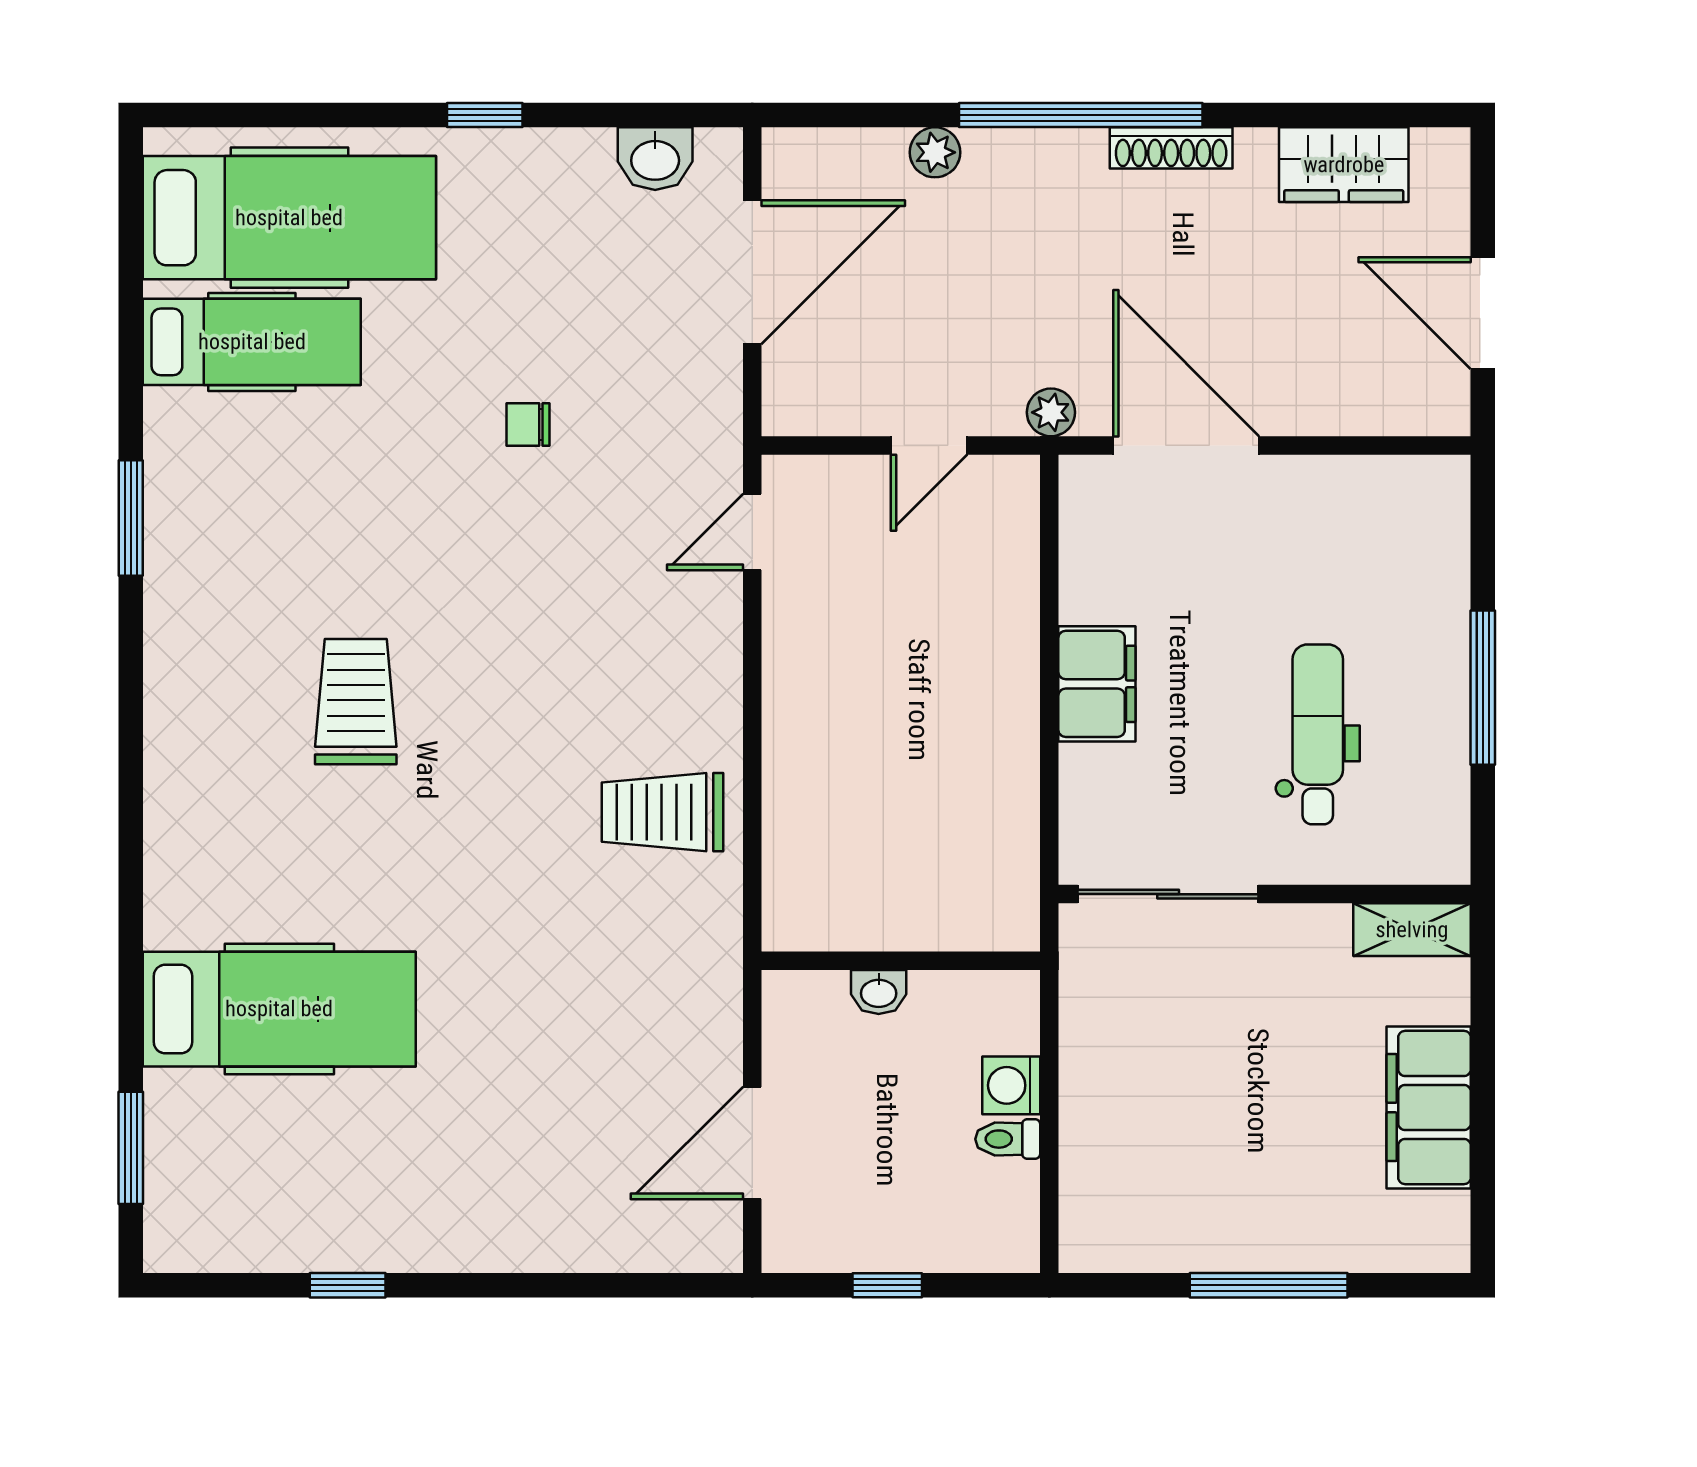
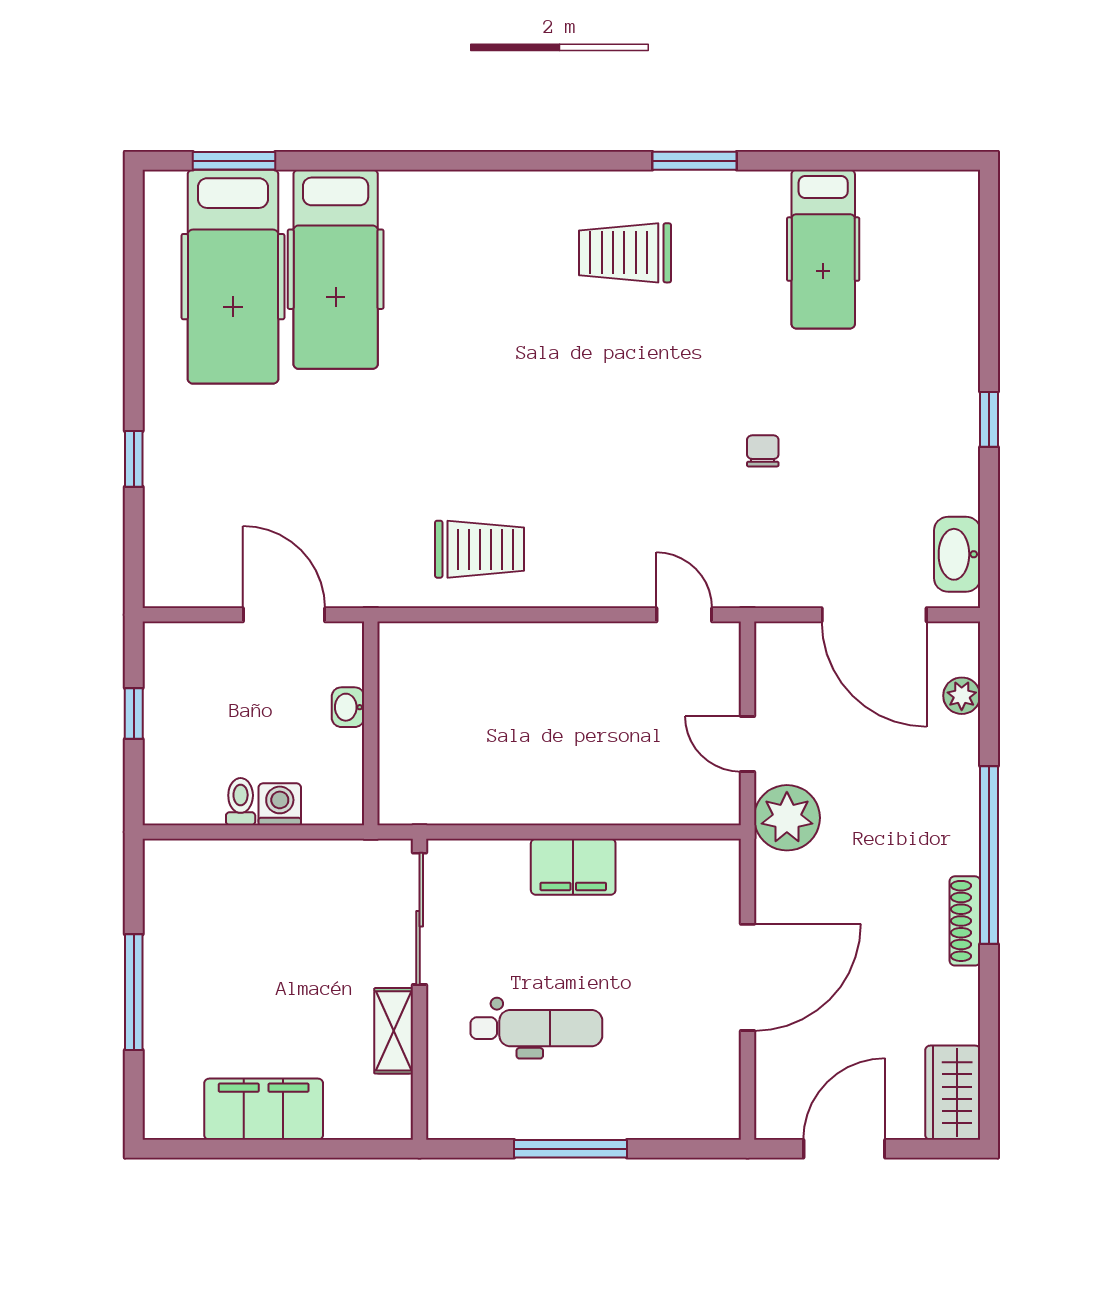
plant: (935, 152) -> (962, 696), moved
washbasin: (655, 159) -> (957, 554), width x1.38
wardrobe: (1344, 165) -> (953, 1093), moved
hospital bed: (289, 218) -> (233, 277), moved
plant: (1051, 412) -> (787, 818), width x1.88, depth x1.88
door: (1186, 445) -> (747, 977), moved
trolley: (356, 702) -> (625, 253), moved, turned 180
trolley: (662, 812) -> (480, 549), turned 90
shelving: (1412, 930) -> (394, 1031), moved
door: (752, 1143) -> (284, 615), moved
window: (348, 1285) -> (134, 459), moved

